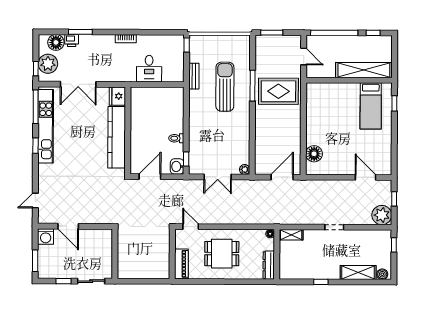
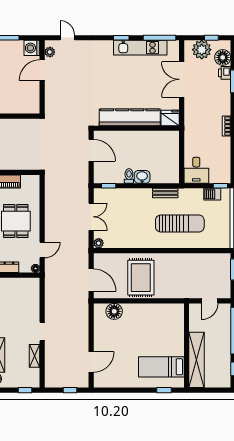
barbecue: (195, 54) -> (212, 194), added
window: (36, 69) -> (211, 38), moved
desk: (149, 69) -> (196, 170), moved, turned -90
bench: (194, 76) -> (165, 193), moved
window: (252, 86) -> (181, 251), removed
rug: (278, 91) -> (141, 278), moved
kitchen unit: (46, 126) -> (140, 48), width x0.73
washbasin: (177, 167) -> (142, 177), moved
double door: (218, 177) -> (91, 217), swing flipped
plant: (382, 215) -> (50, 52), moved, width x0.53, depth x0.53
door: (191, 227) -> (42, 250), moved
shelving: (291, 235) -> (35, 356), moved

